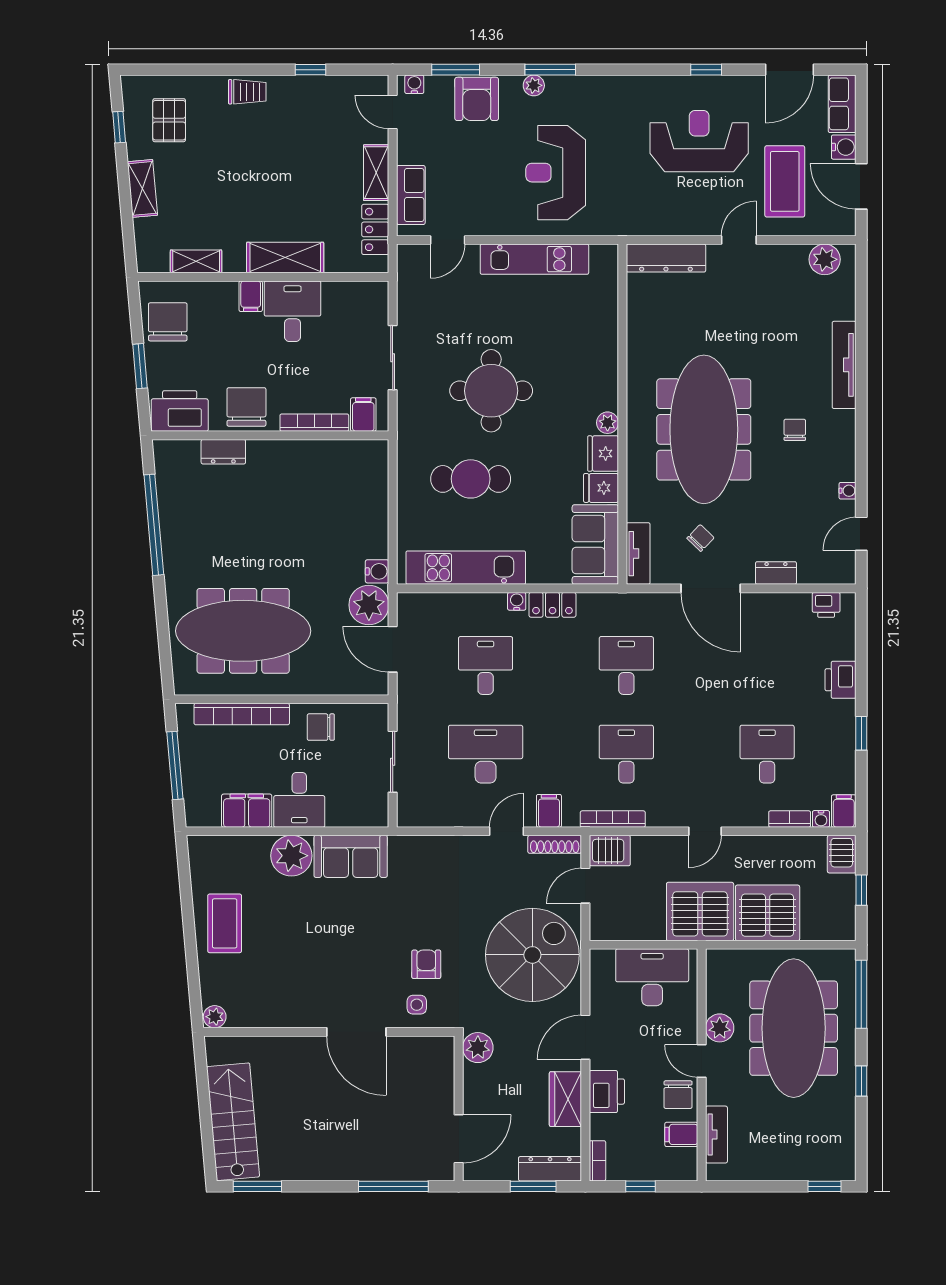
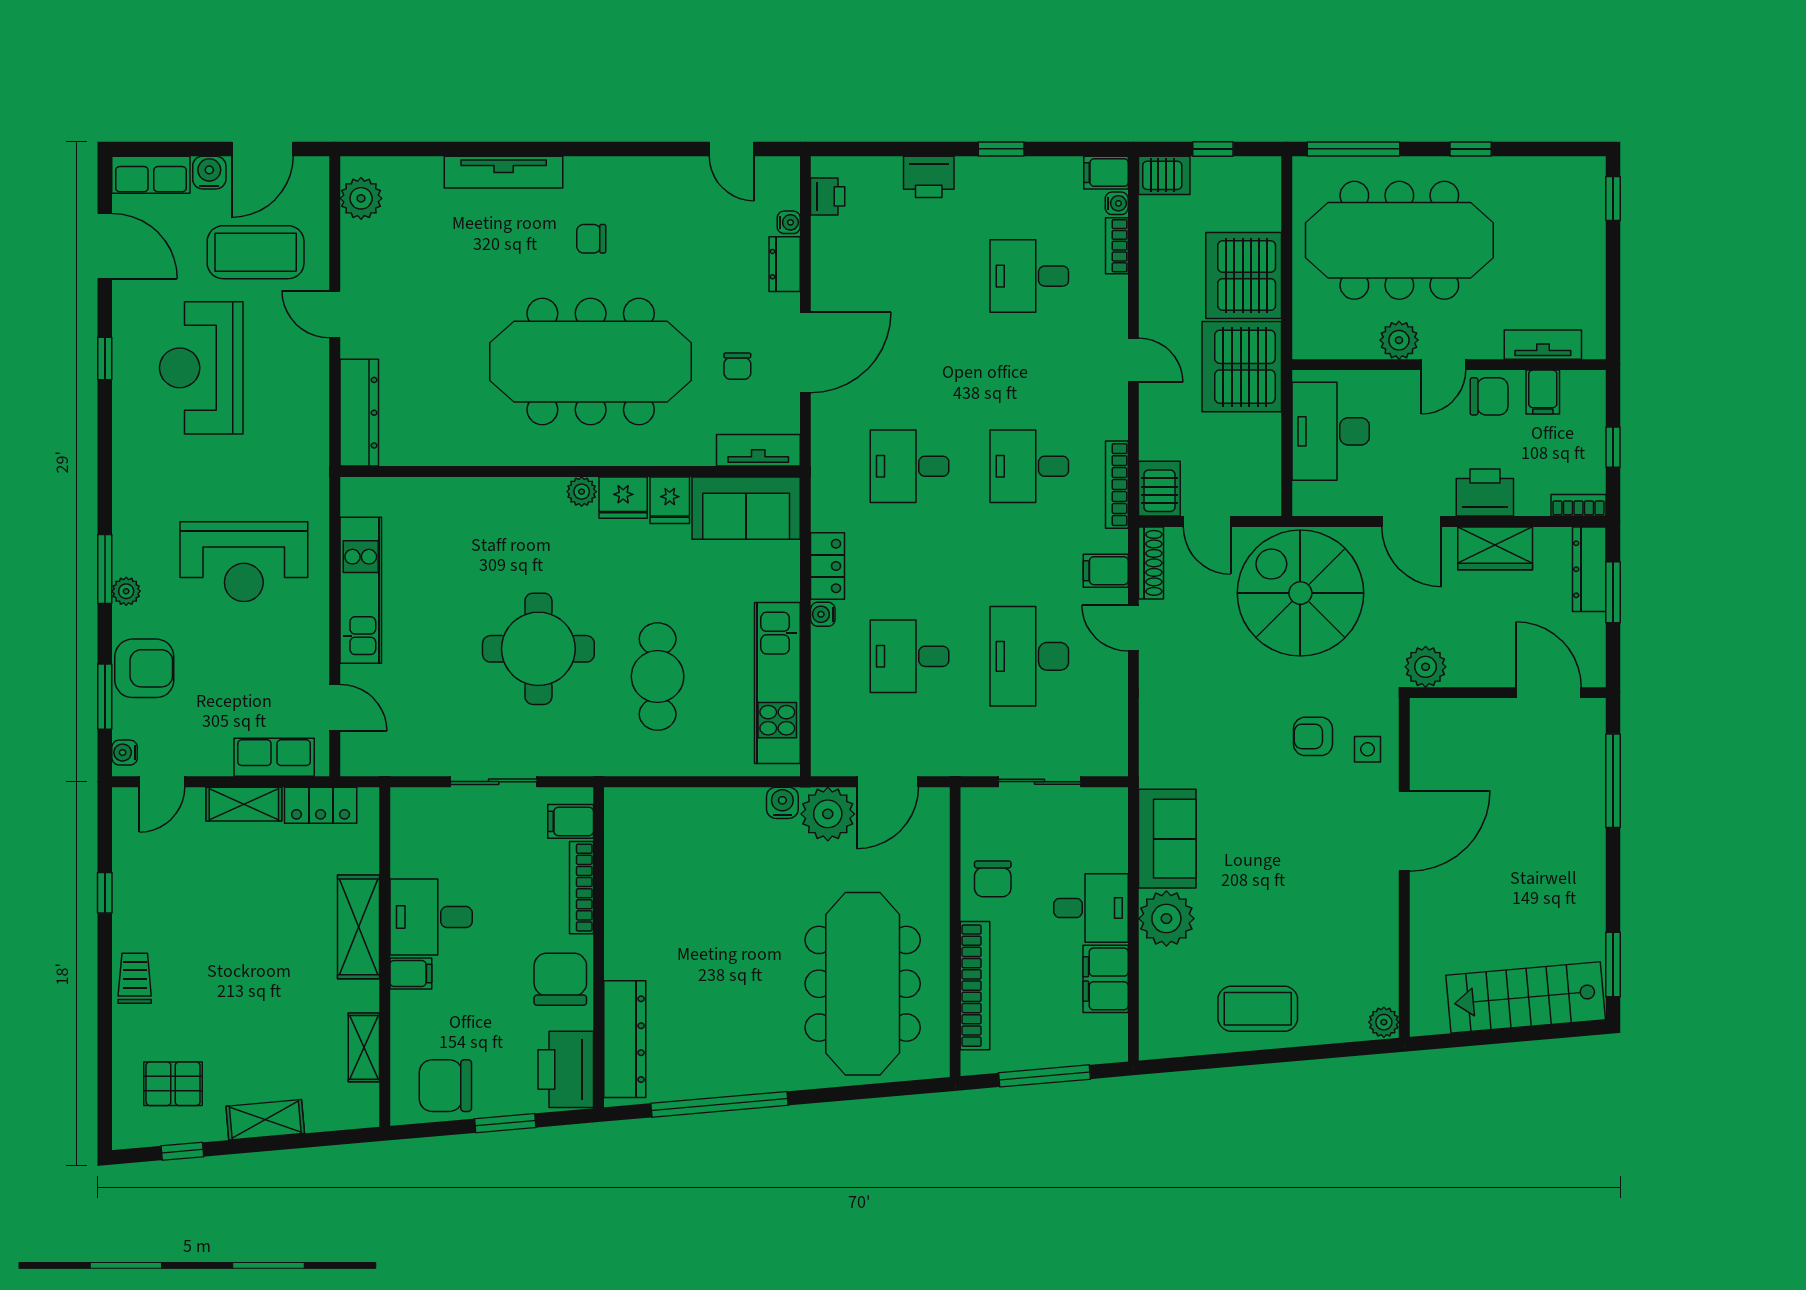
chair: (246, 407) -> (560, 979), turned 90
dresser: (223, 452) -> (625, 1039), width x1.96, depth x1.24
water cooler: (848, 491) -> (789, 222), moved, turned 90
chair: (700, 538) -> (737, 366), turned -134

